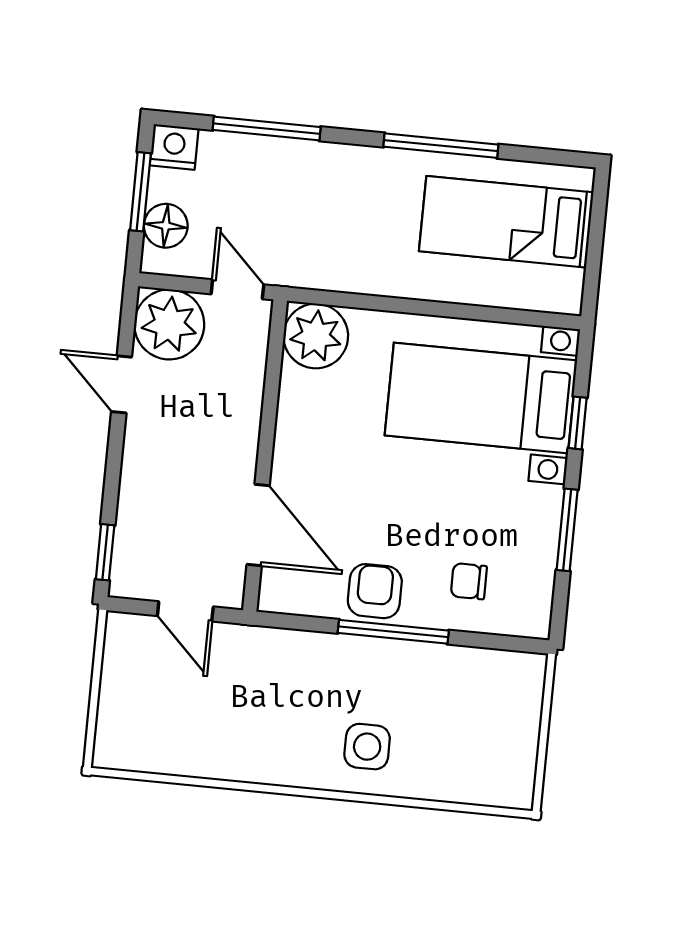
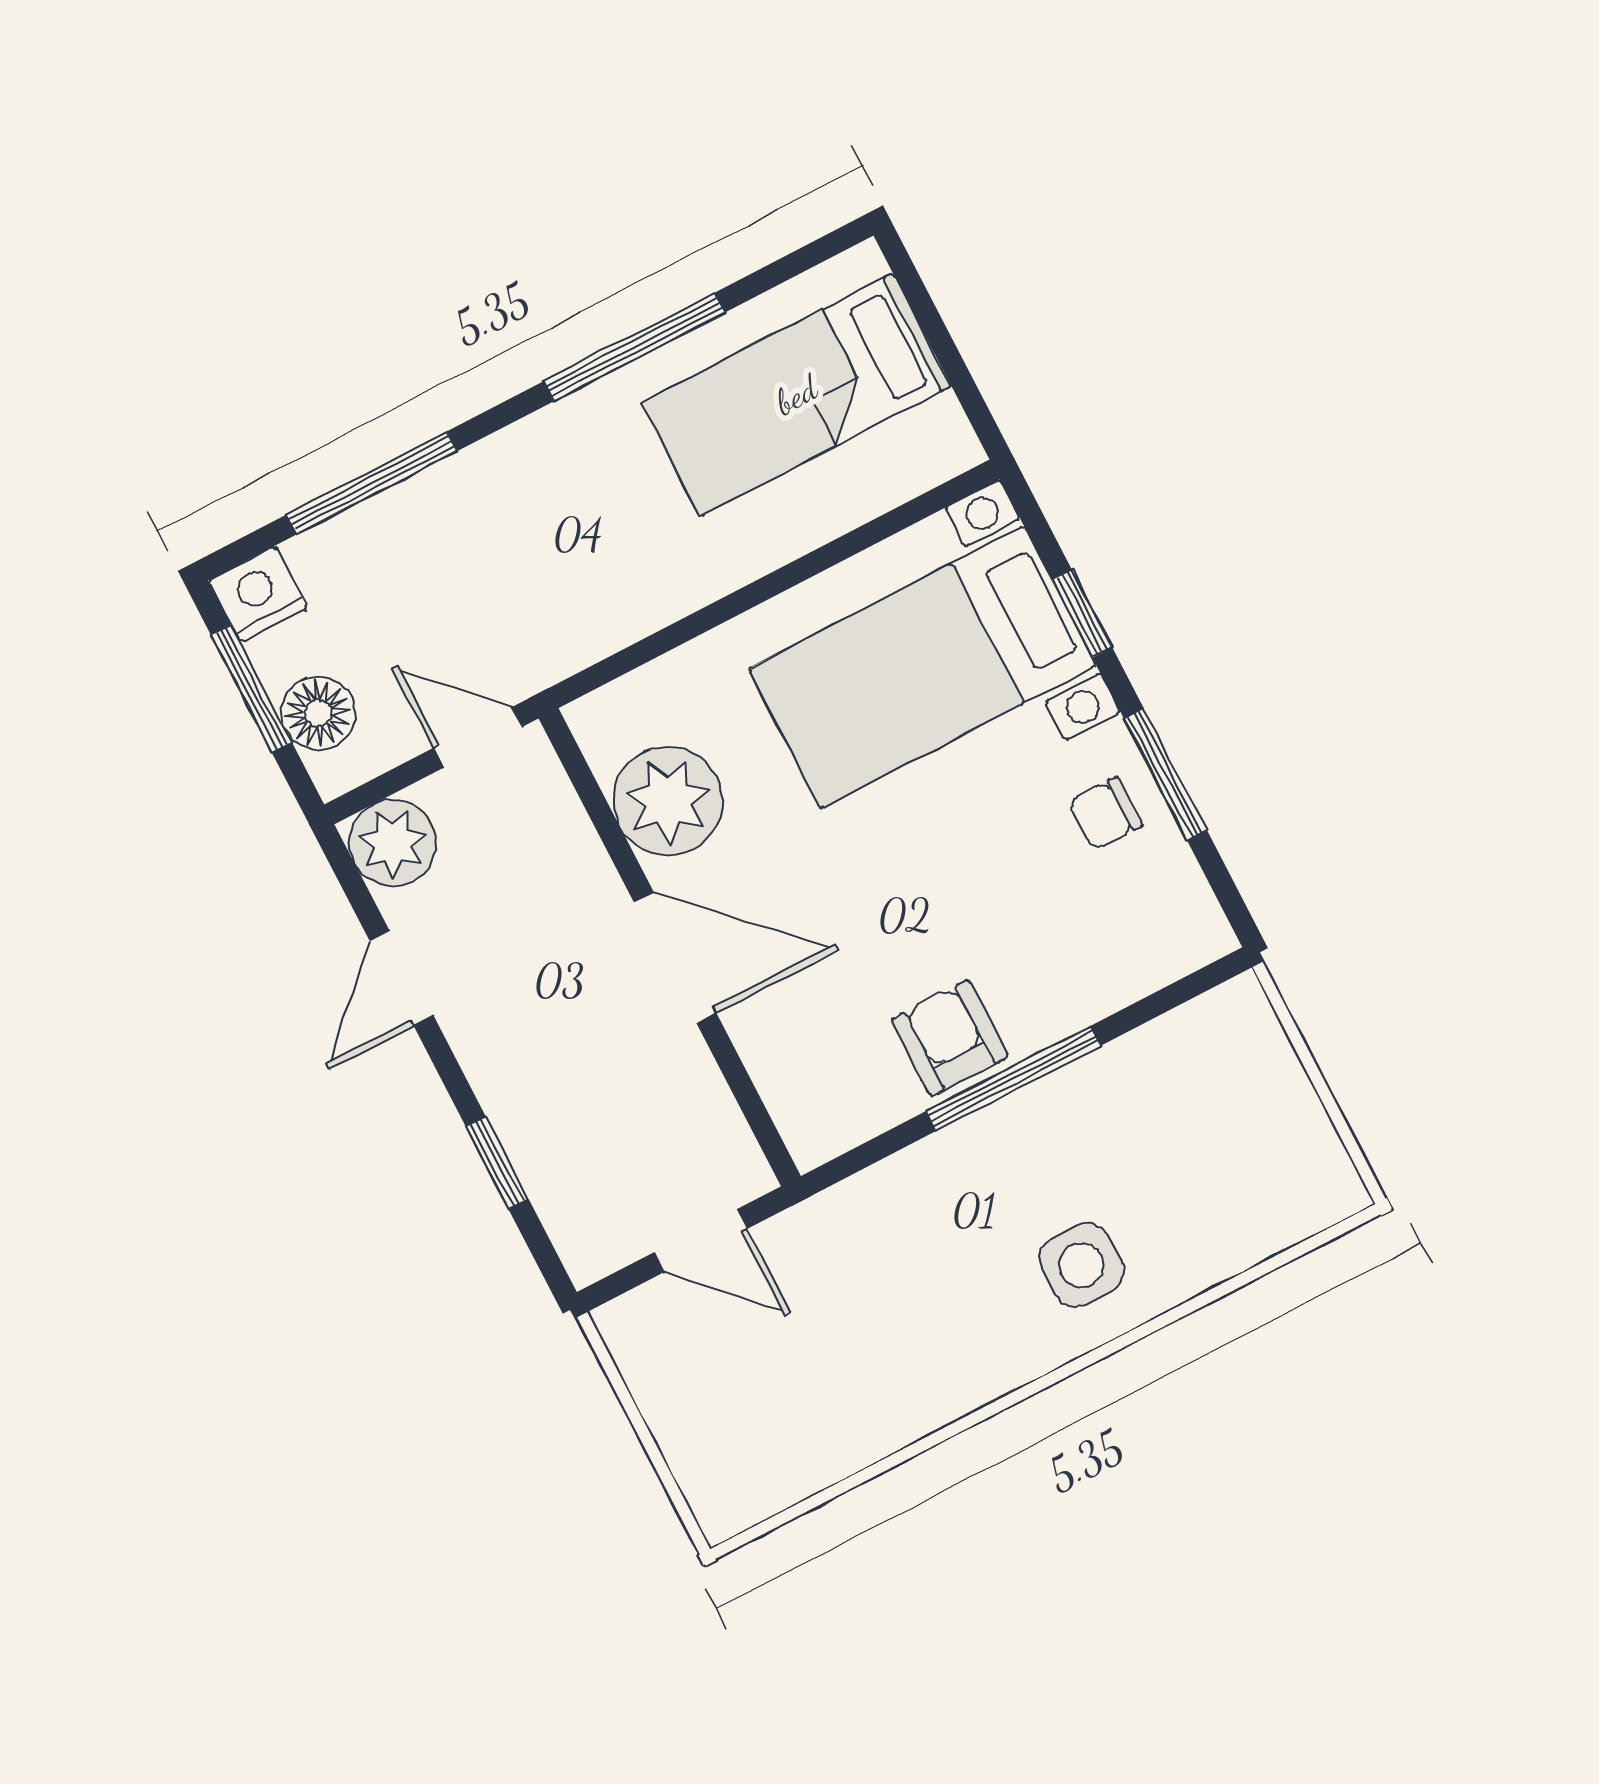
plant: (169, 324) -> (393, 843), width x0.73, depth x0.73
plant: (316, 336) -> (668, 801), moved
door: (122, 384) -> (402, 978), hinge flipped
door: (258, 525) -> (675, 957), moved
window: (105, 552) -> (497, 1163), moved
chair: (469, 581) -> (1105, 814), moved

